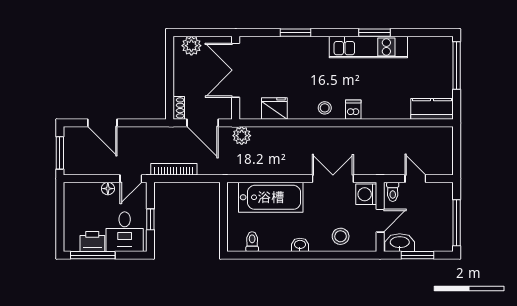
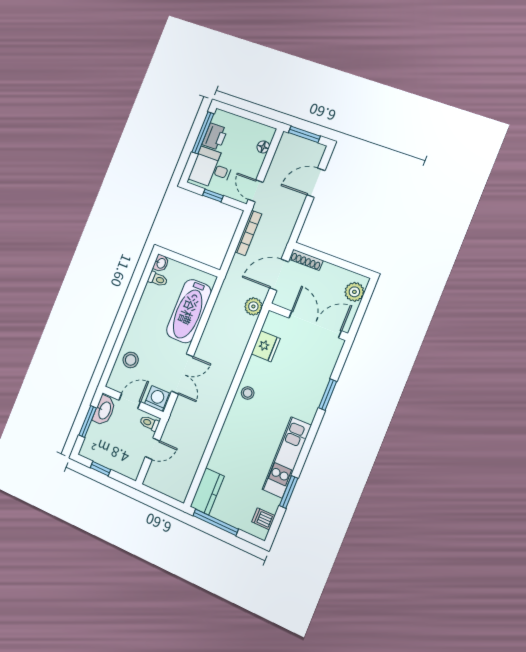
window: (374, 33) -> (289, 492), moved
window: (457, 65) -> (216, 522), moved
shoe rack: (179, 108) -> (306, 260), width x1.43
dishwasher: (353, 110) -> (263, 519), moved, turned 180
floor lamp: (108, 189) -> (263, 147), moved
door: (380, 221) -> (130, 401), swing flipped
window: (457, 223) -> (100, 469), width x0.46
washbasin: (300, 245) -> (161, 263), moved

